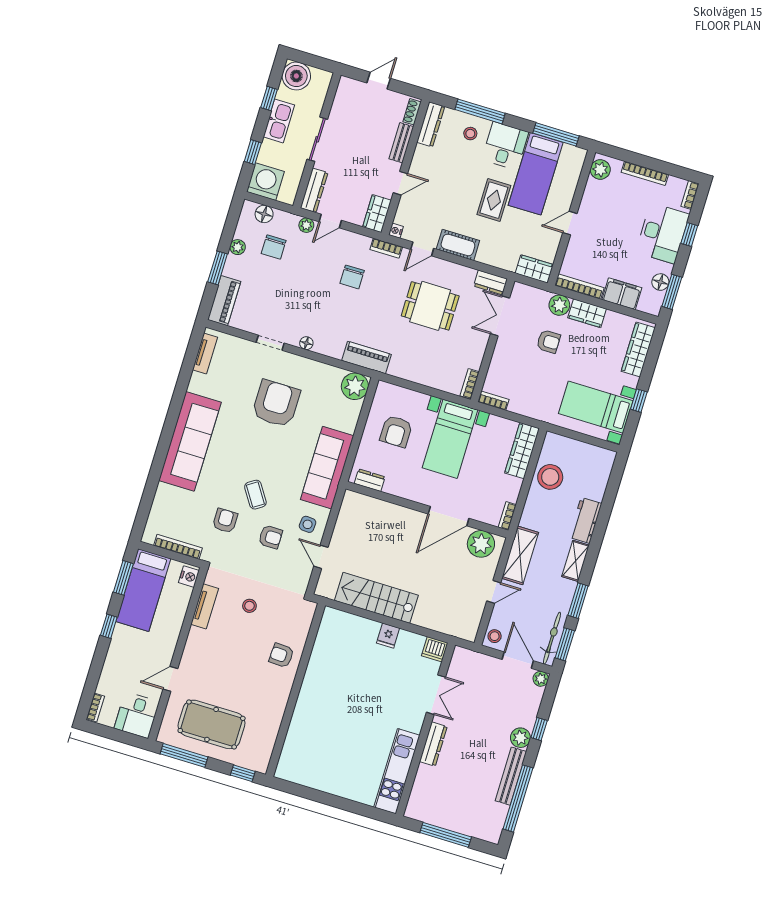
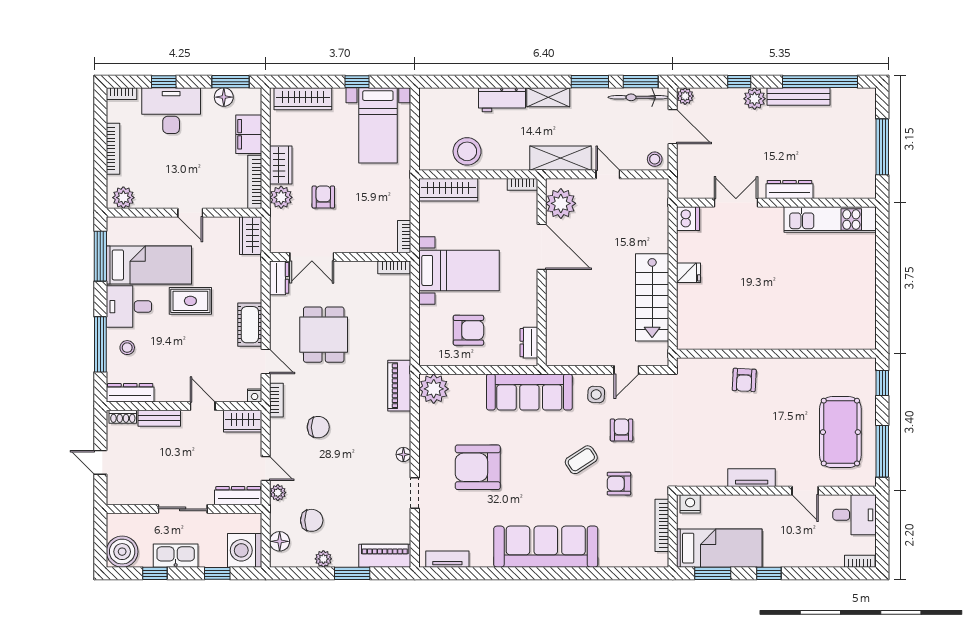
tv unit: (205, 606) -> (752, 478), moved
stool: (249, 606) -> (702, 430), removed
door: (518, 660) -> (673, 127), swing flipped

